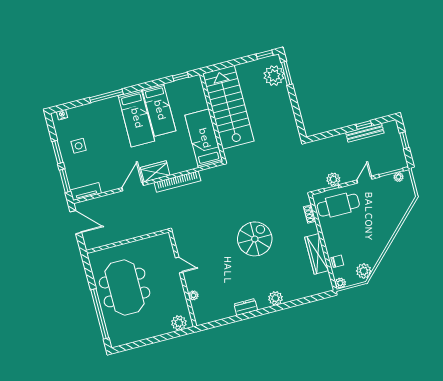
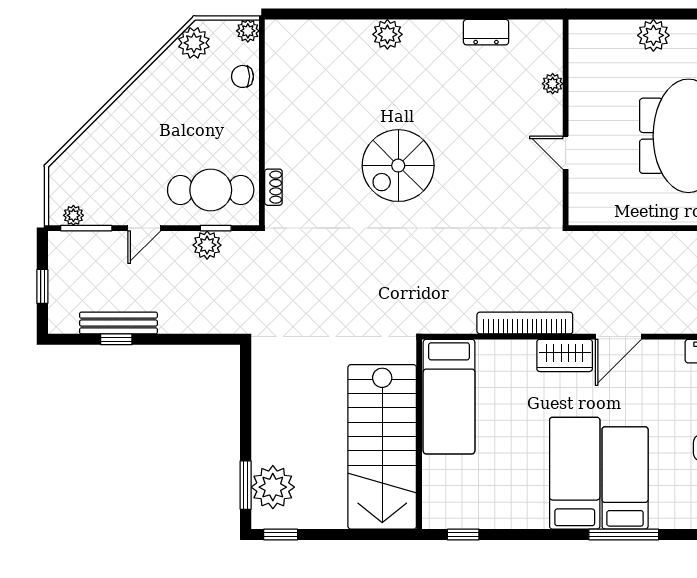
bed: (159, 110) -> (625, 478), moved
wardrobe: (317, 254) -> (280, 102), removed
dresser: (246, 307) -> (486, 32), moved
plant: (179, 323) -> (653, 35), moved

